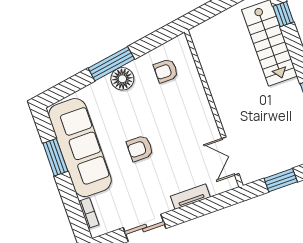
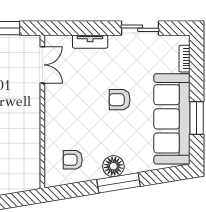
armchair: (166, 71) -> (73, 160), turned 180
armchair: (140, 148) -> (120, 100), turned 180

